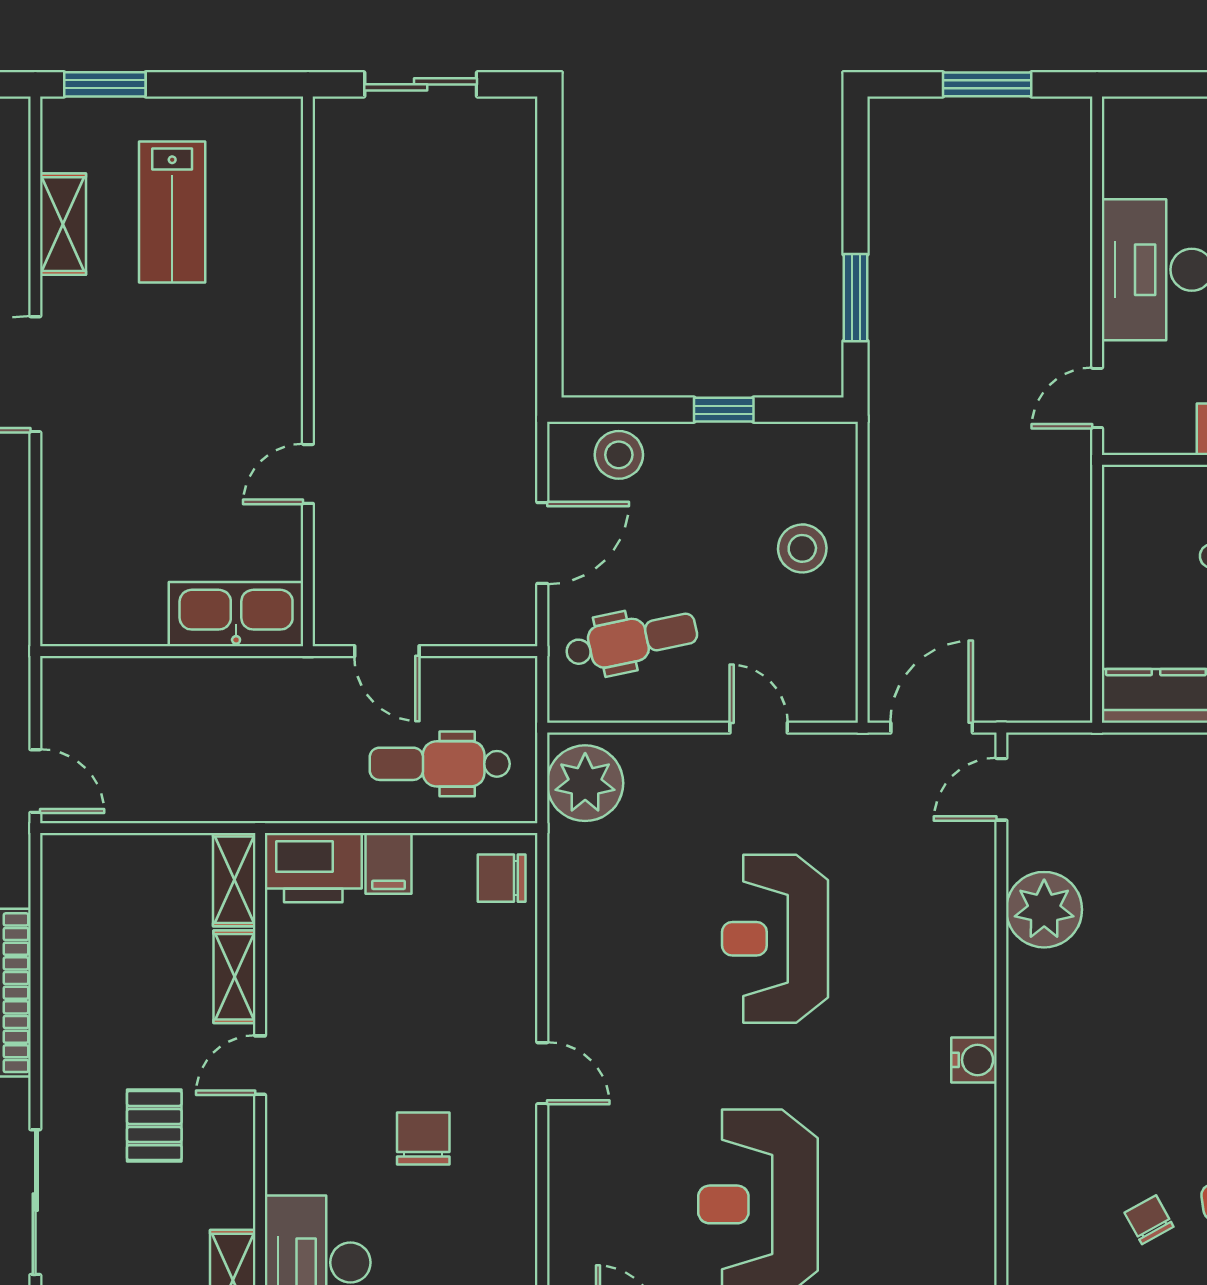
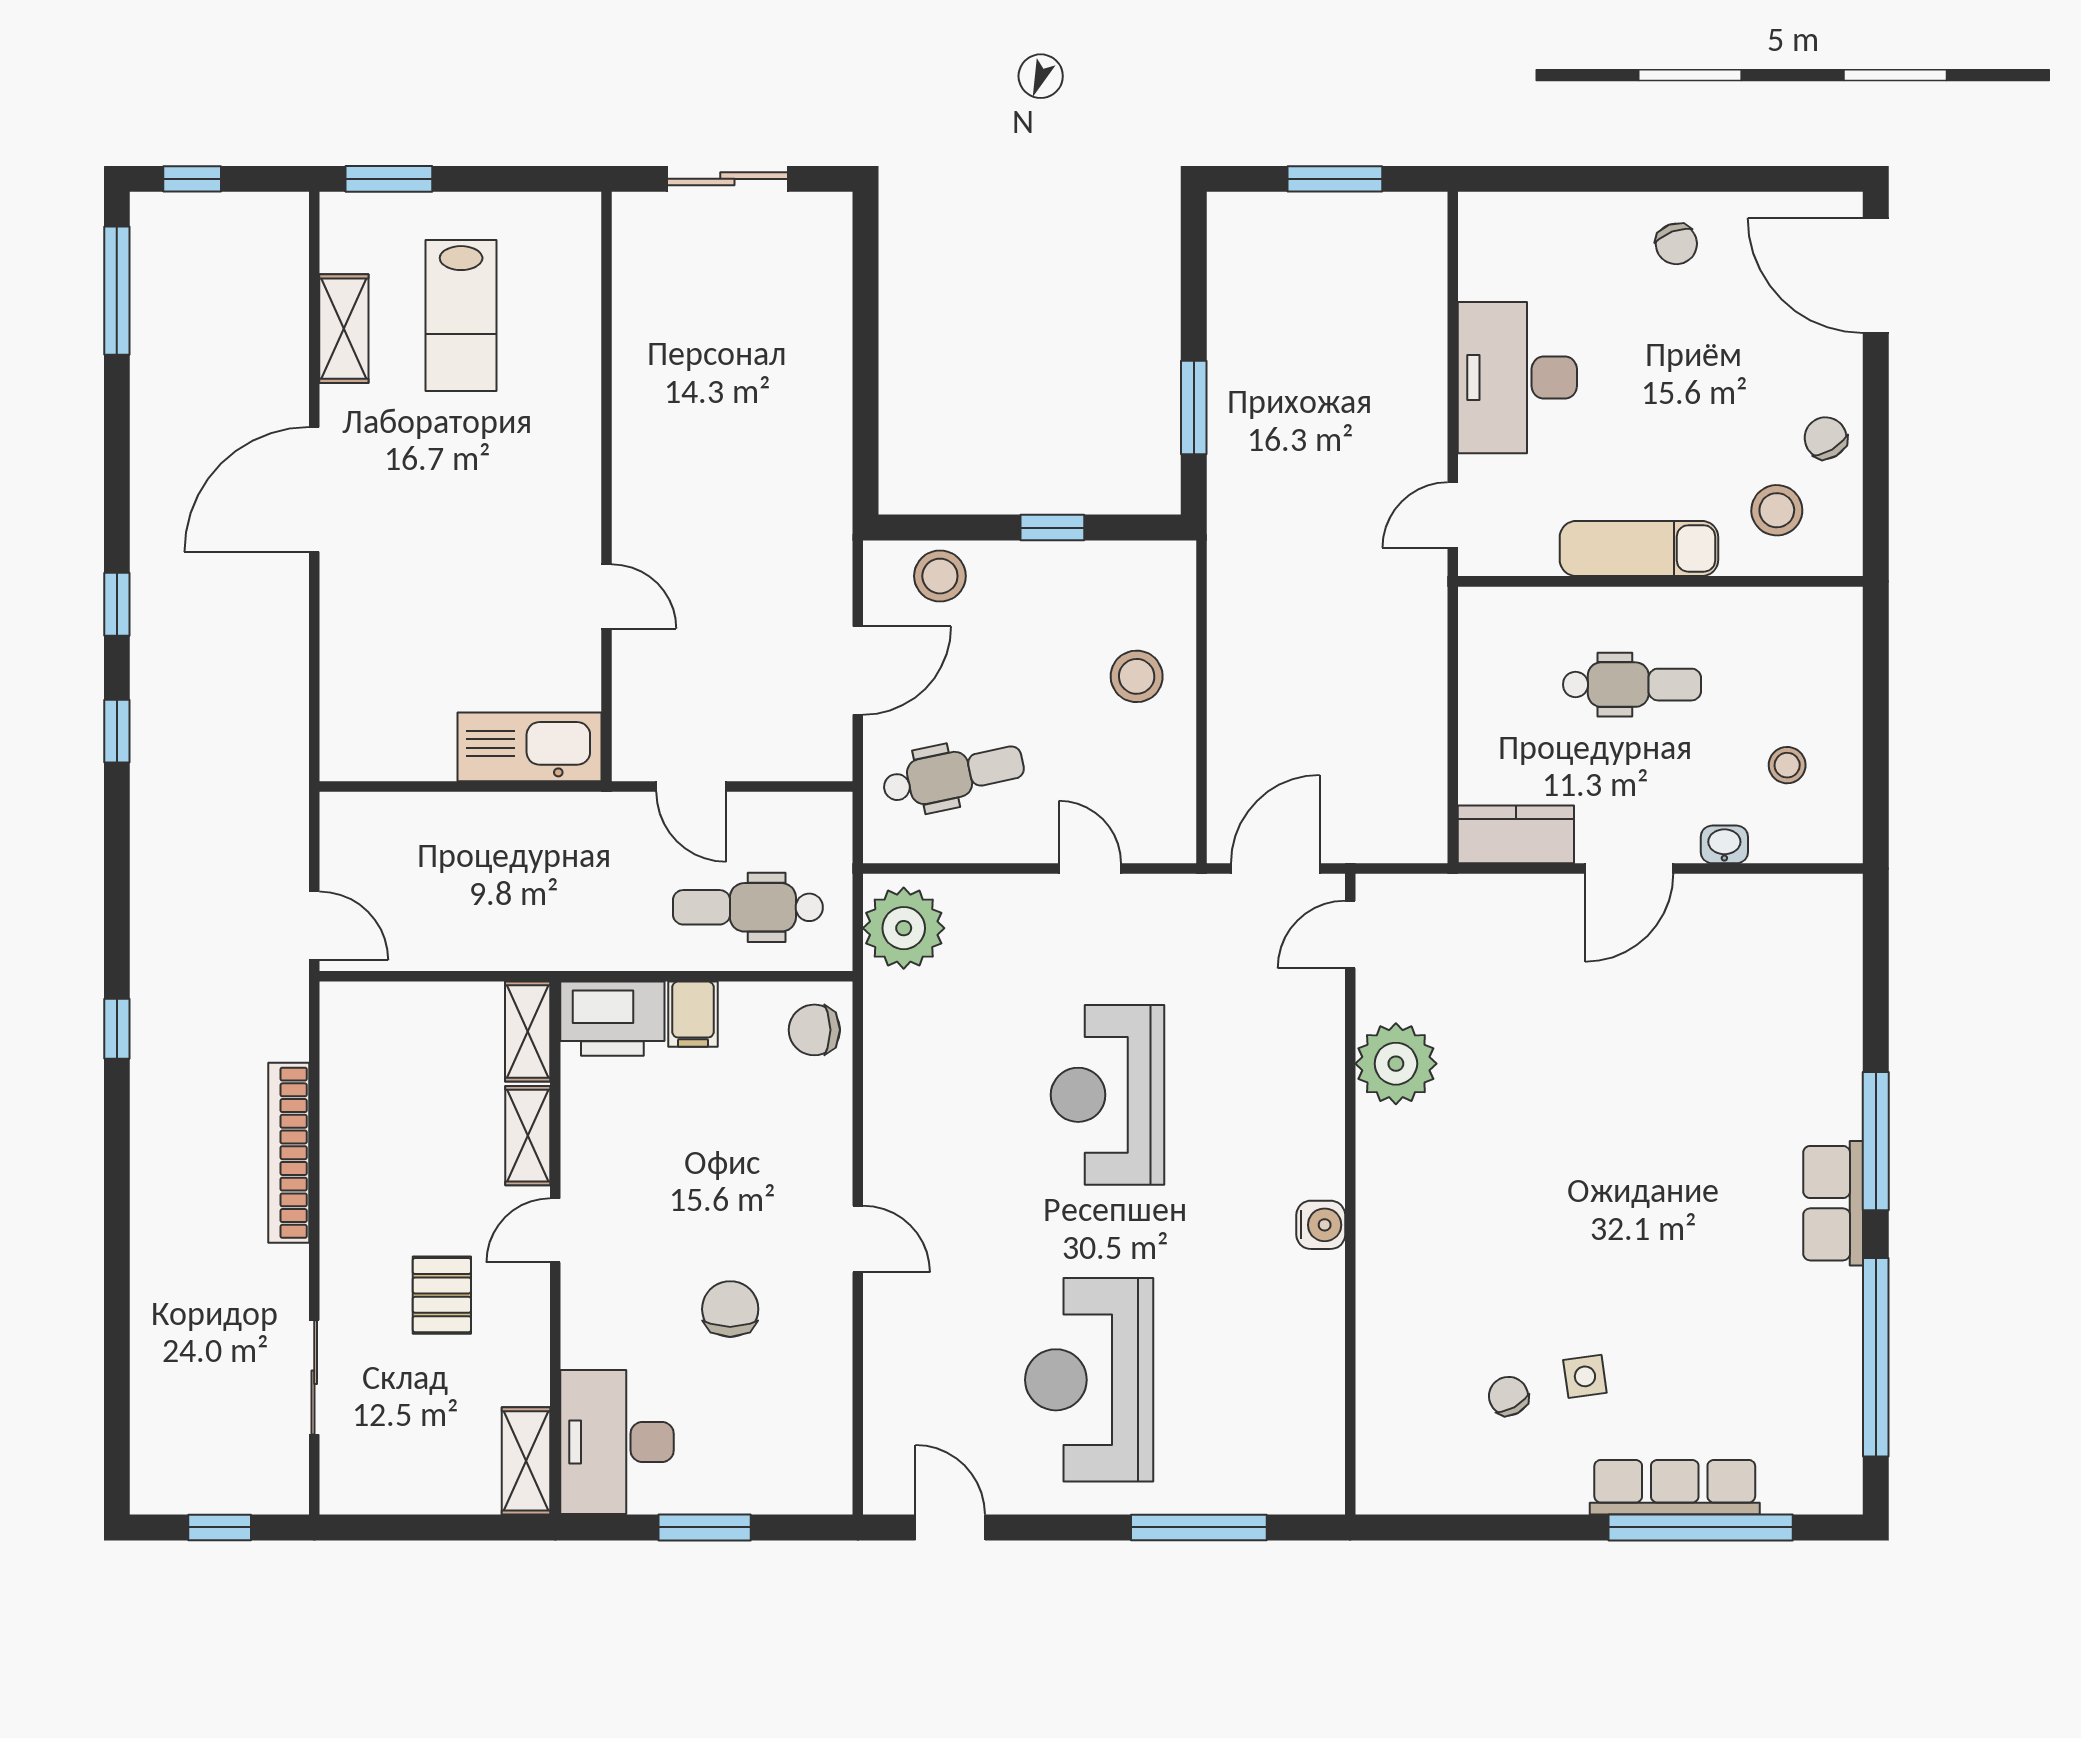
door: (308, 474) -> (607, 596), swing flipped
sliding door: (35, 1202) -> (314, 1377), width x0.73

